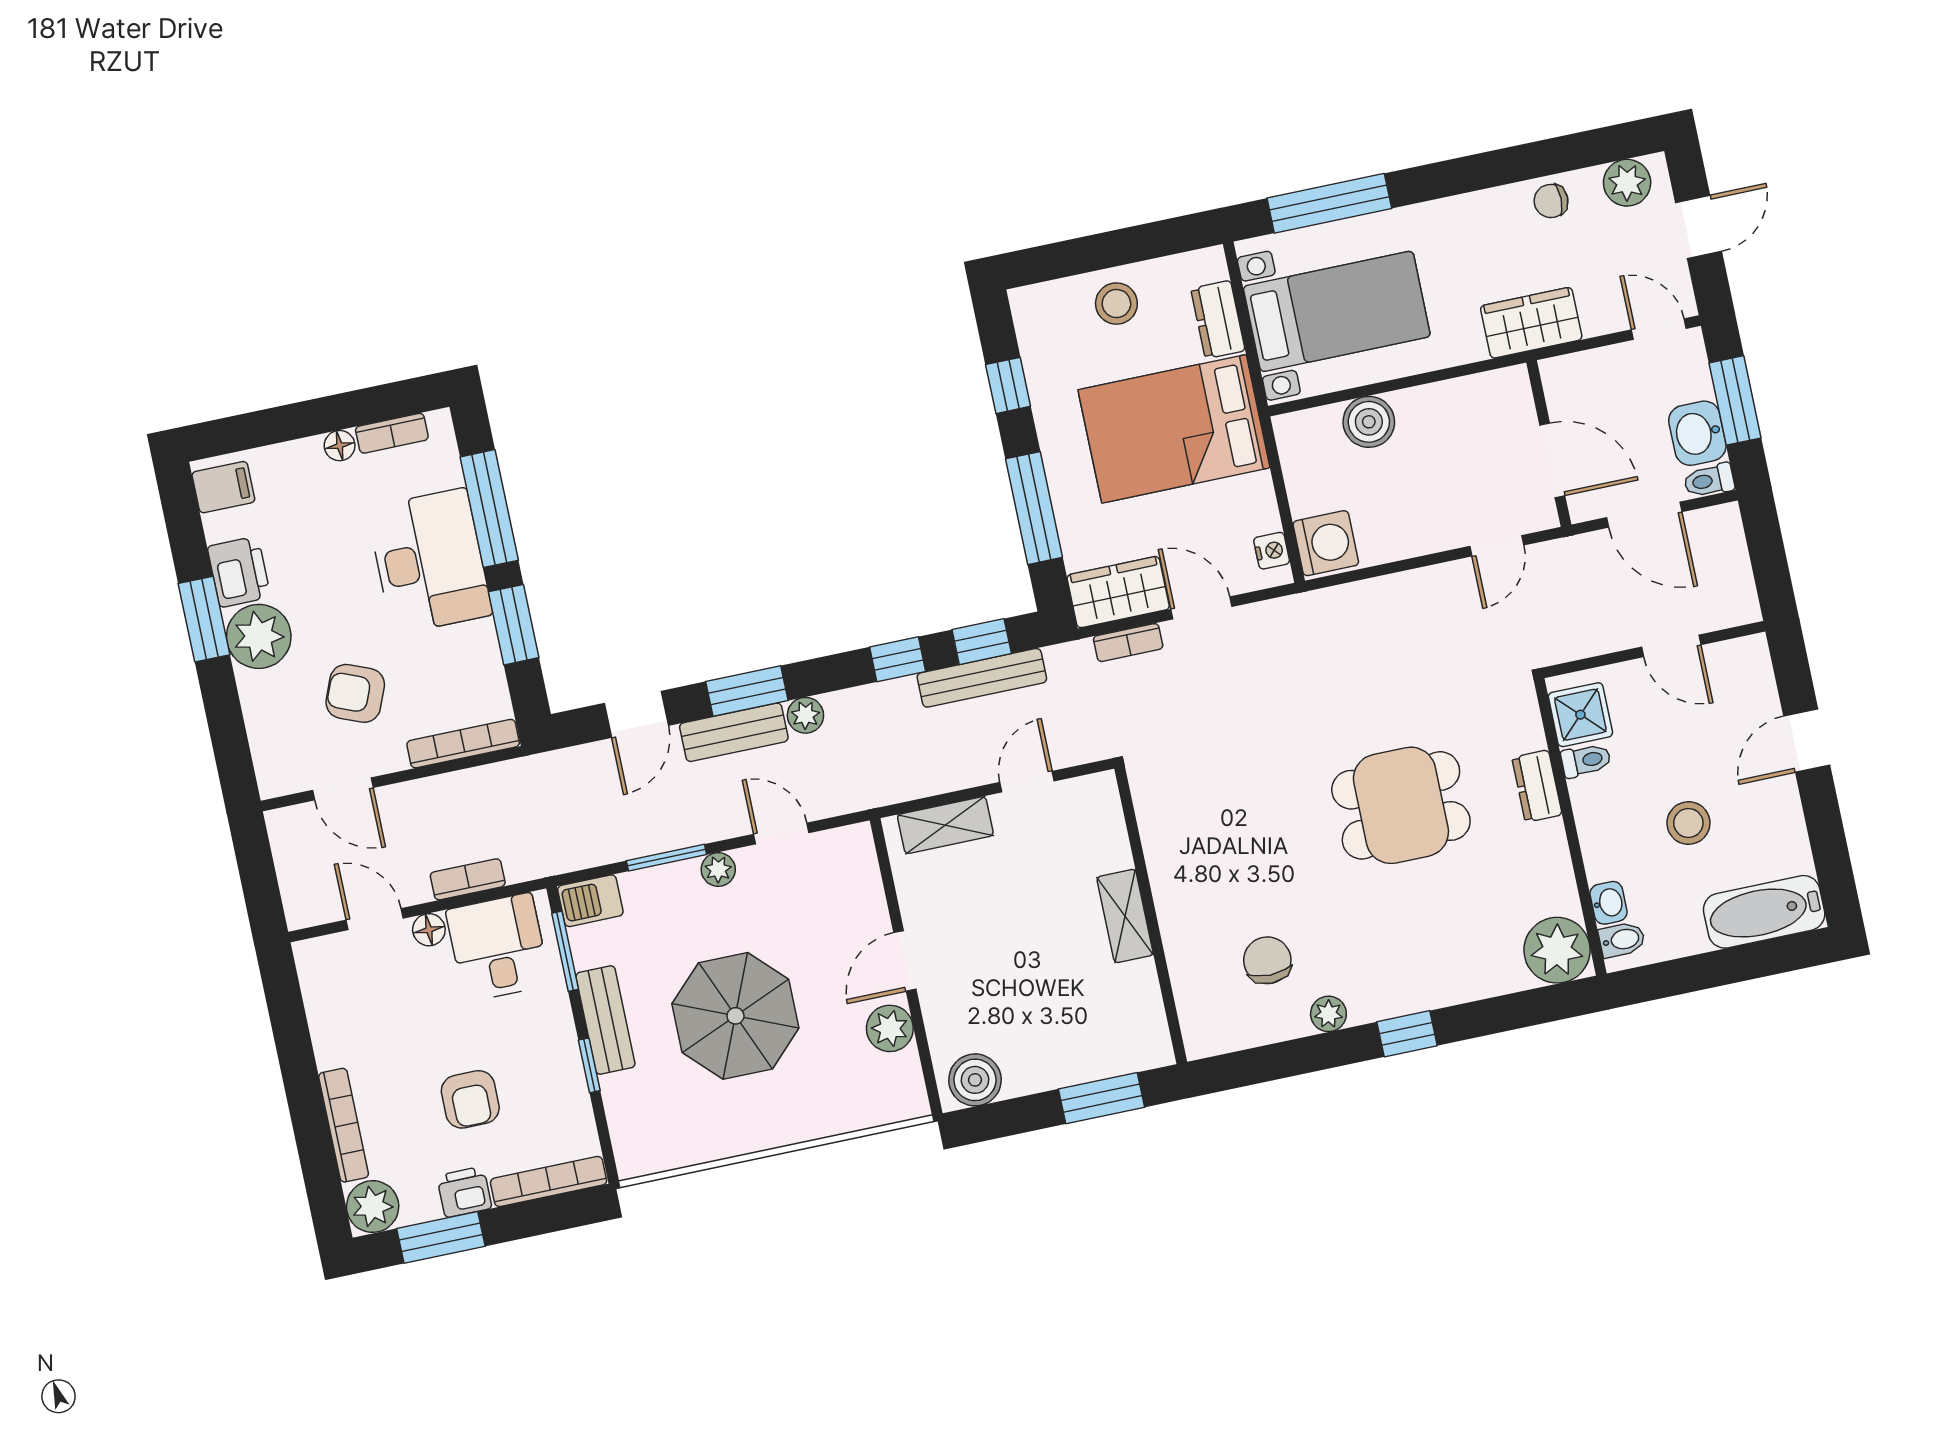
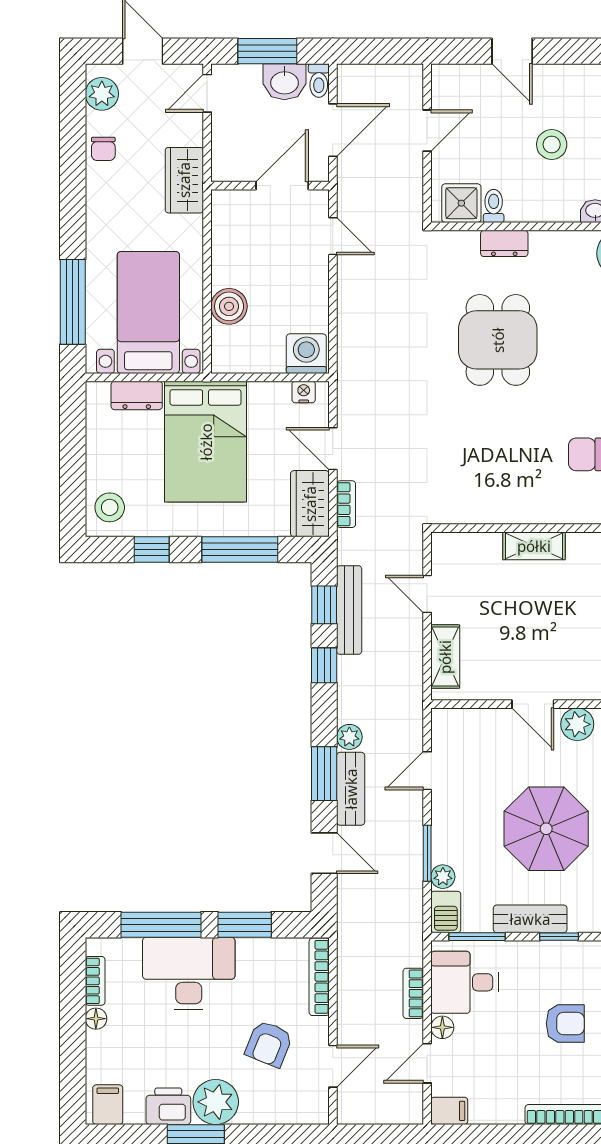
stool: (1116, 304) -> (110, 507), moved
door: (1201, 608) -> (333, 449), hinge flipped
plant: (718, 869) -> (443, 877), moved
filing cabinet: (315, 964) -> (449, 1111), added

